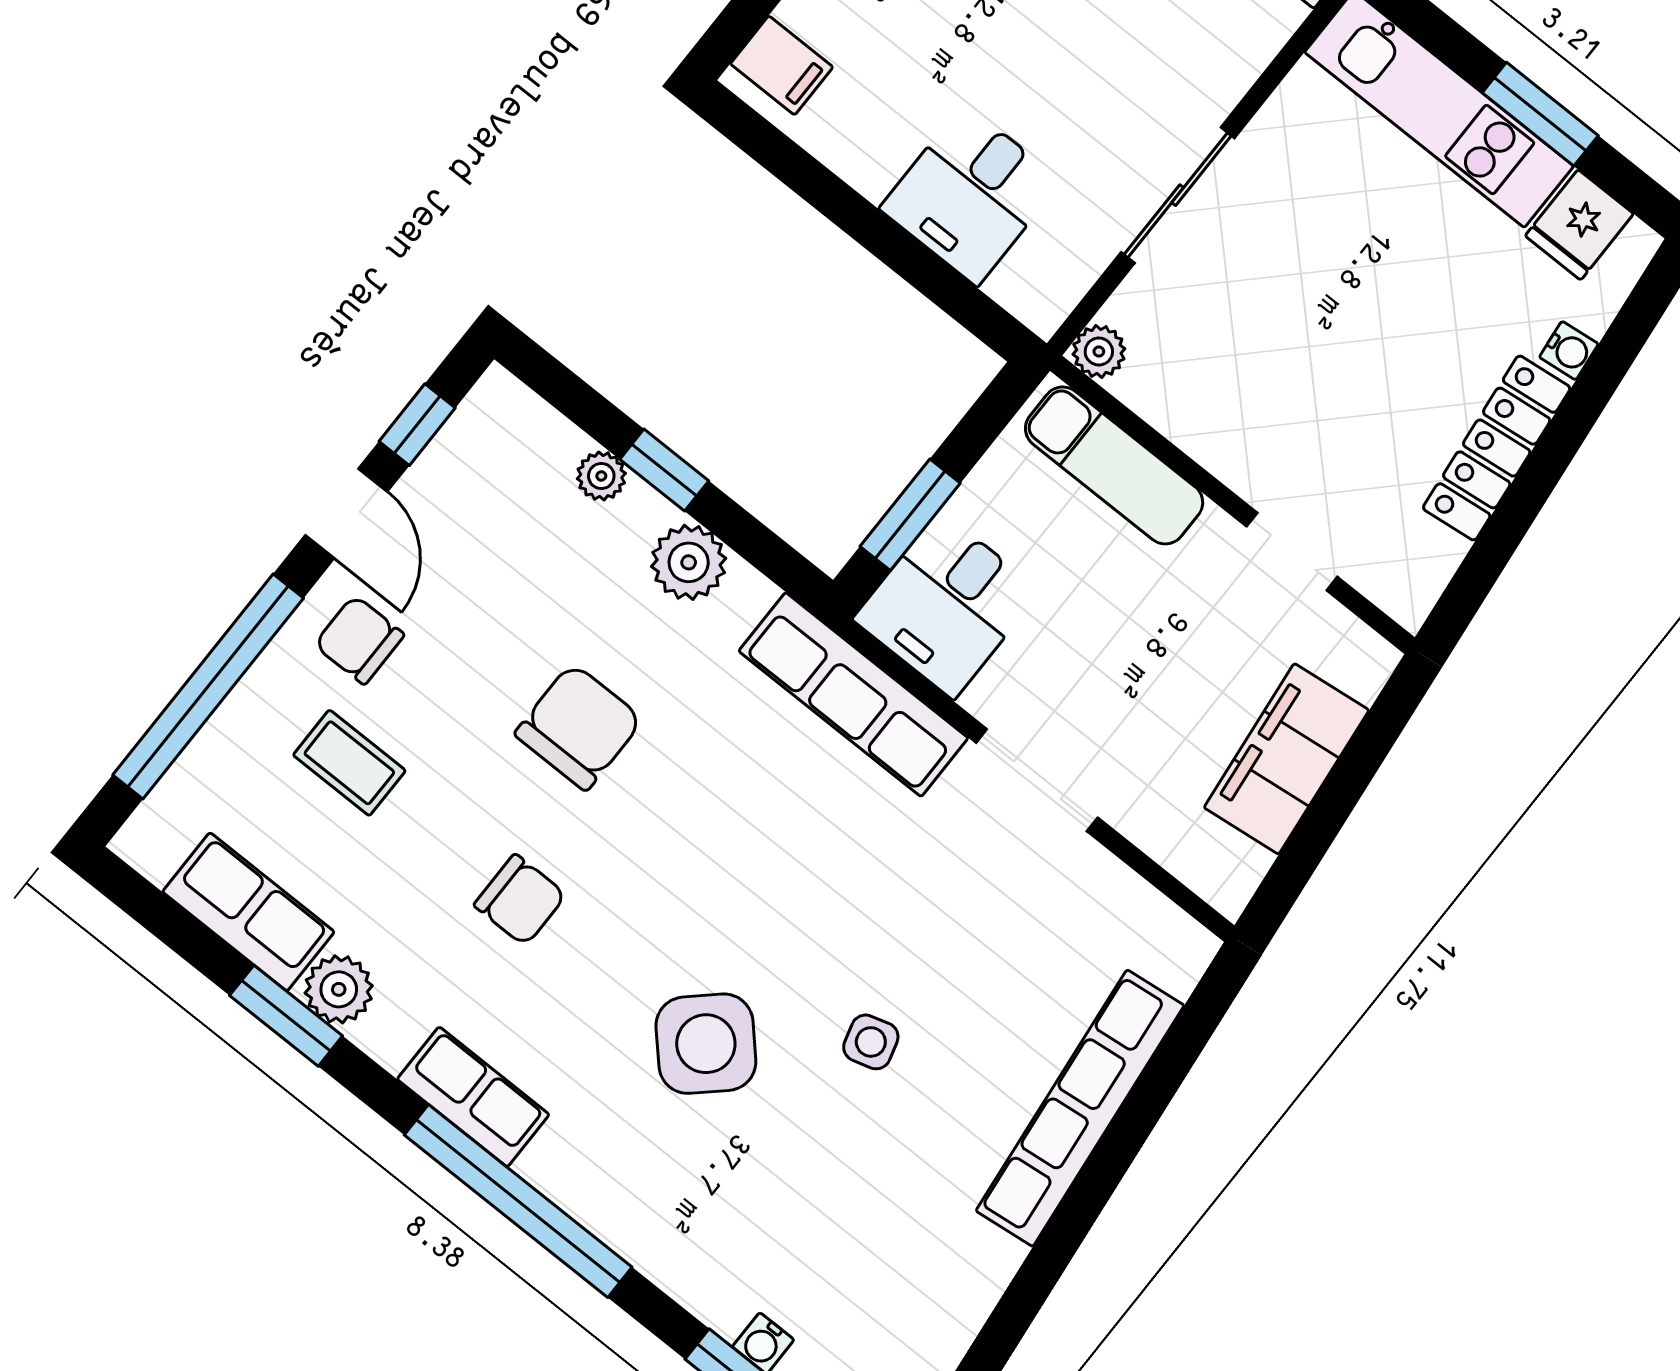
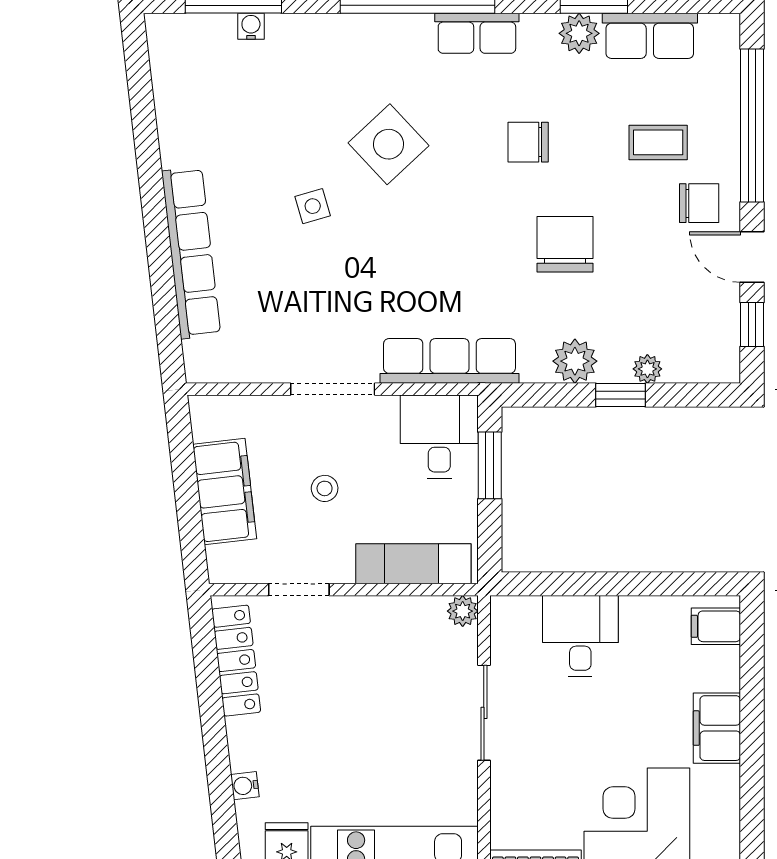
locker: (1497, 448) -> (236, 661), moved
stool: (1152, 658) -> (325, 488), added
chair: (579, 727) -> (565, 244), turned 180

